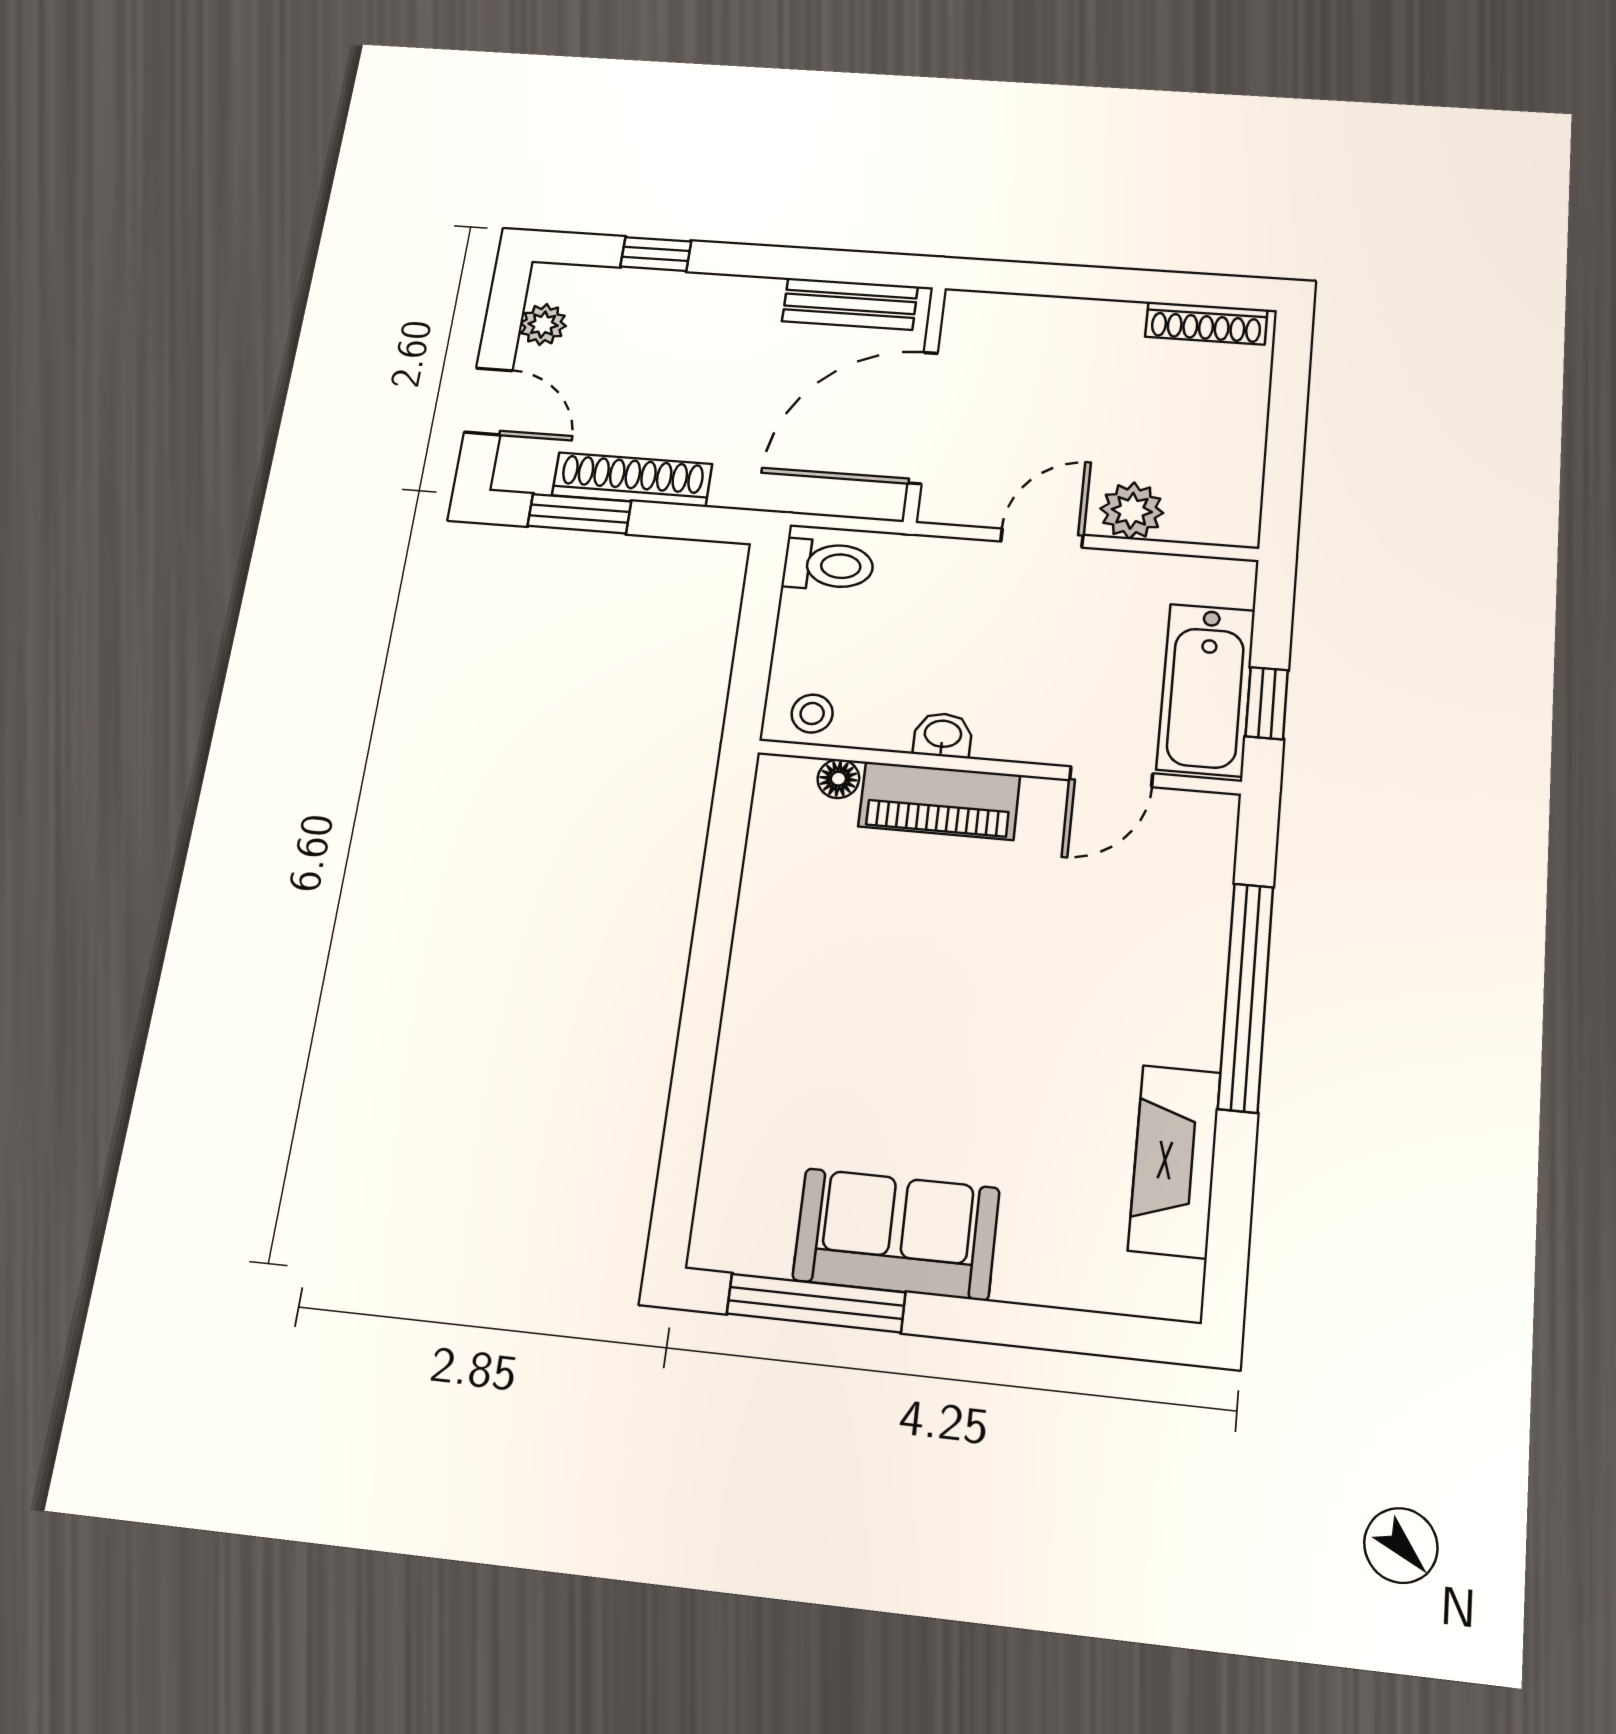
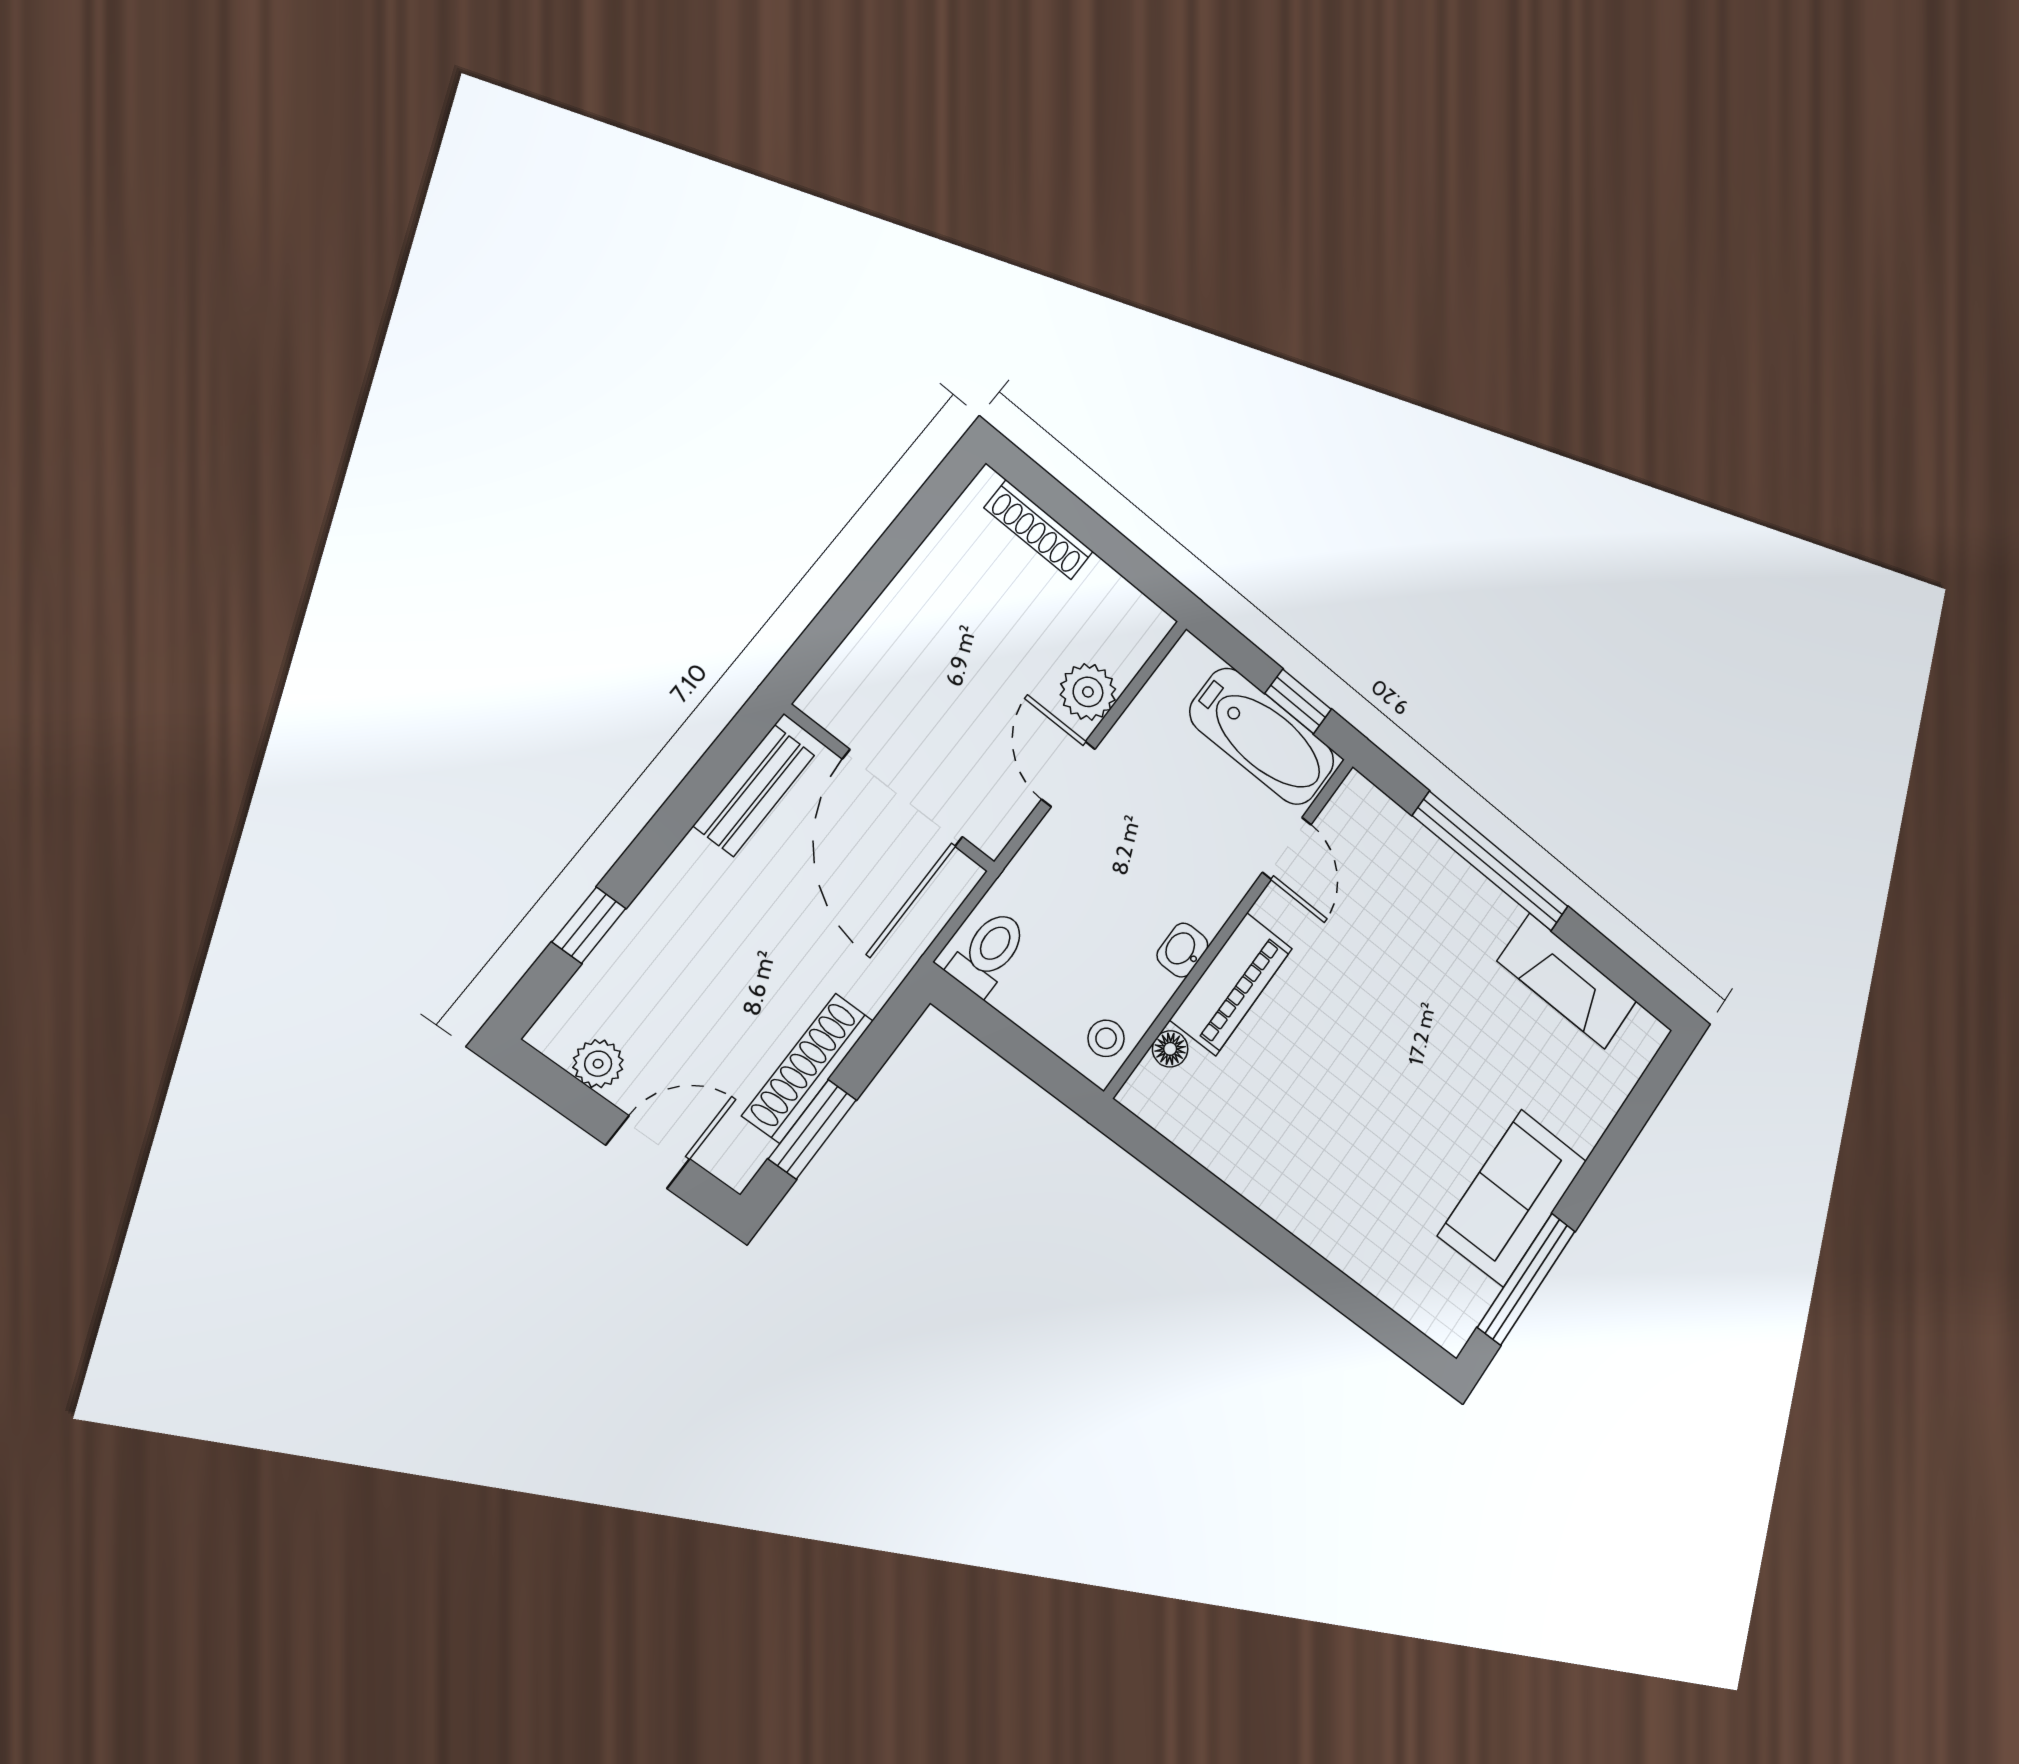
shoe rack: (1206, 323) -> (1039, 530), moved, turned 90

